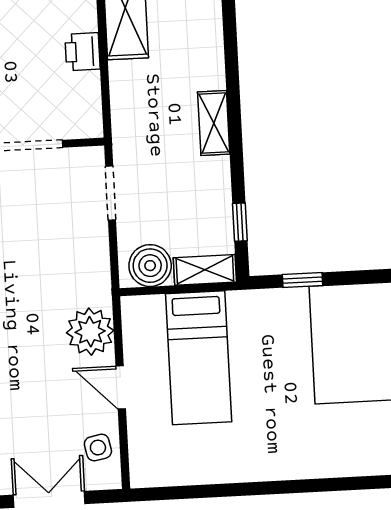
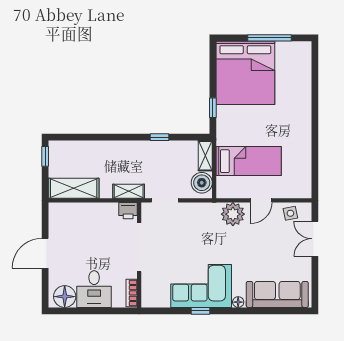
printer: (83, 52) -> (128, 211), moved
shelving: (214, 123) -> (129, 191), moved
window: (240, 222) -> (160, 137), moved

